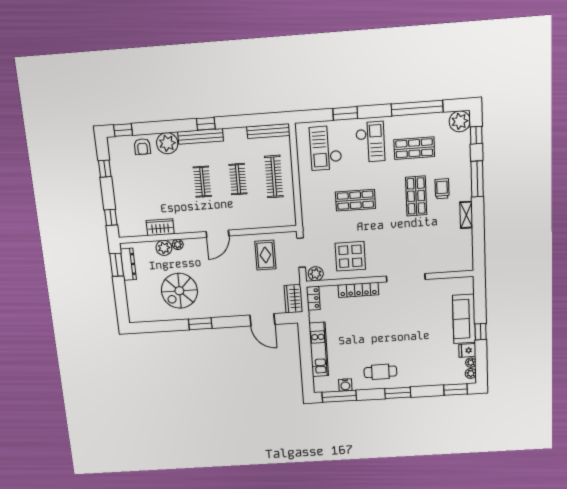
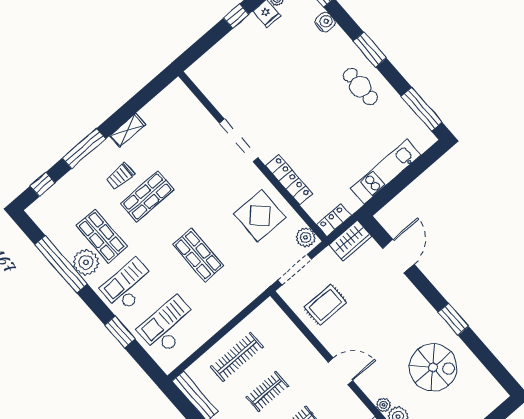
plant: (460, 121) -> (86, 262), moved
checkout: (326, 148) -> (169, 326), turned 180
sofa: (464, 319) -> (236, 45), removed
water cooler: (345, 385) -> (325, 22), moved

